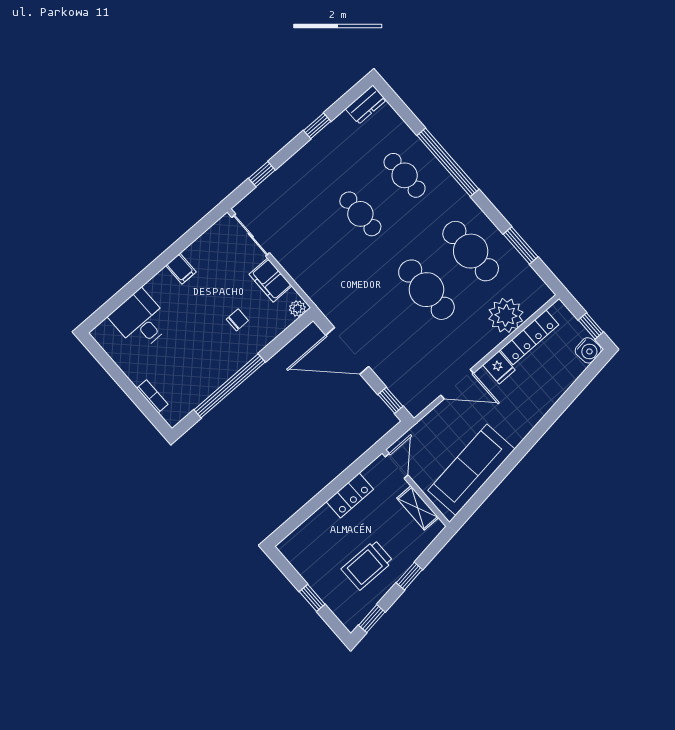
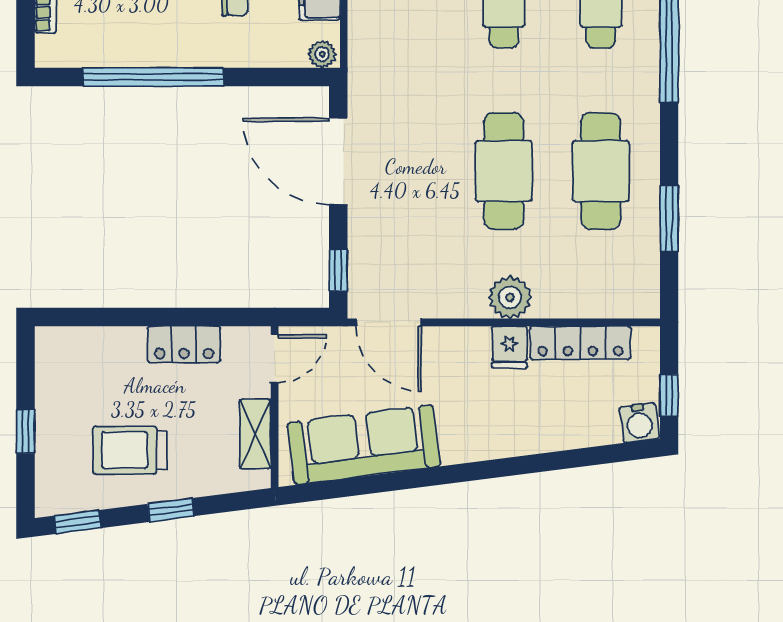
plant: (506, 315) -> (510, 297), moved, width x0.73, depth x0.73
door: (457, 384) -> (389, 322), moved

